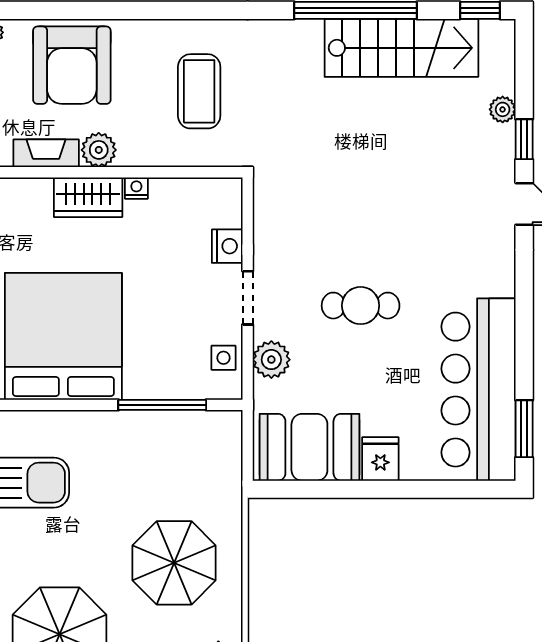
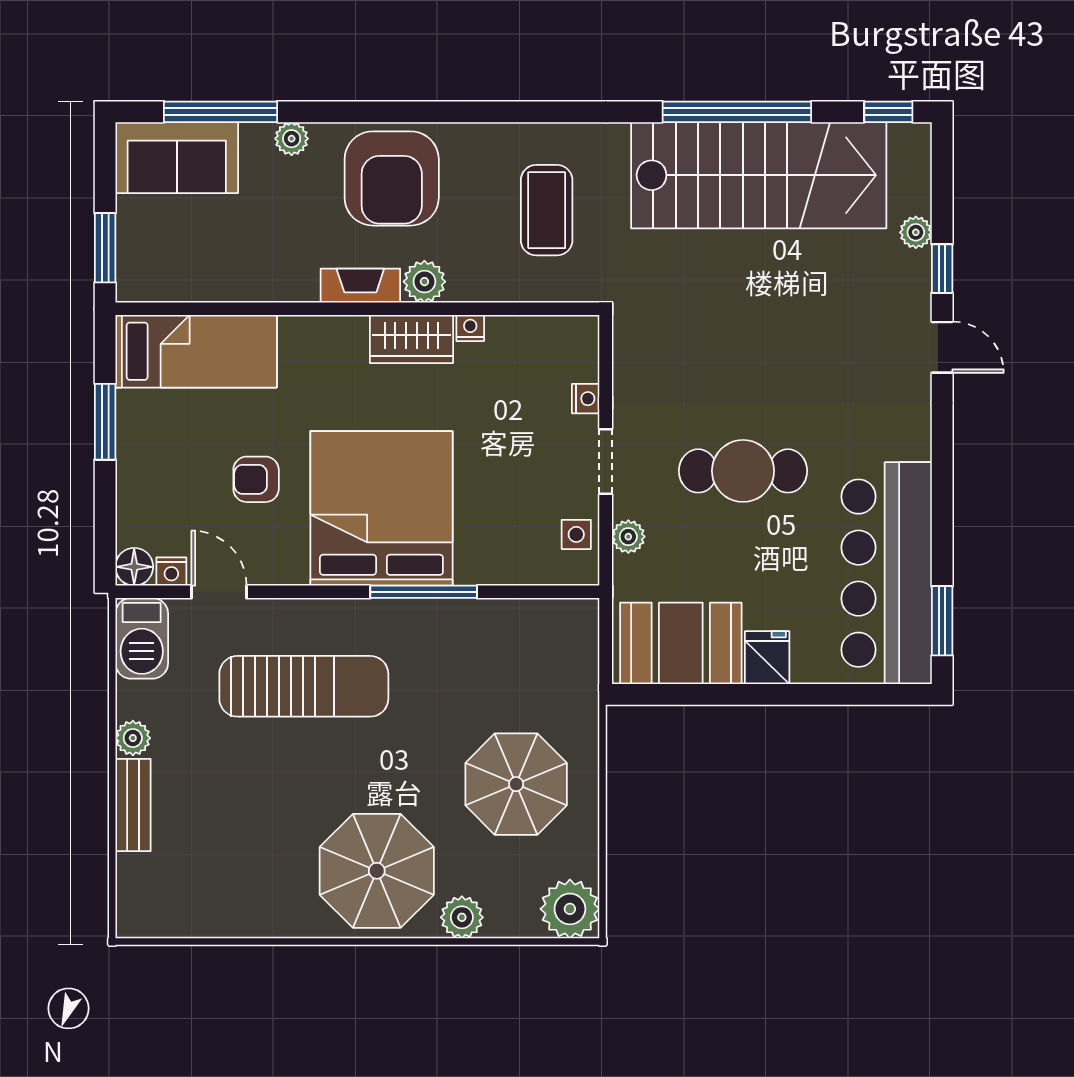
stairs: (401, 48) -> (759, 175), width x1.36, depth x1.51
nightstand: (227, 246) -> (586, 399), width x0.72, depth x0.74
cafe table: (361, 306) -> (743, 471), width x1.37, depth x1.35
plant: (271, 360) -> (628, 537), width x0.73, depth x0.73
window: (162, 405) -> (424, 592), moved

